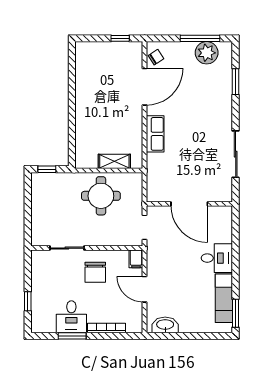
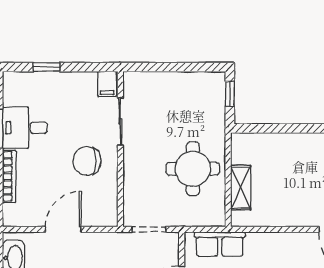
row of seats: (155, 134) -> (220, 244), moved
filing cabinet: (136, 259) -> (107, 84), moved, turned -90

